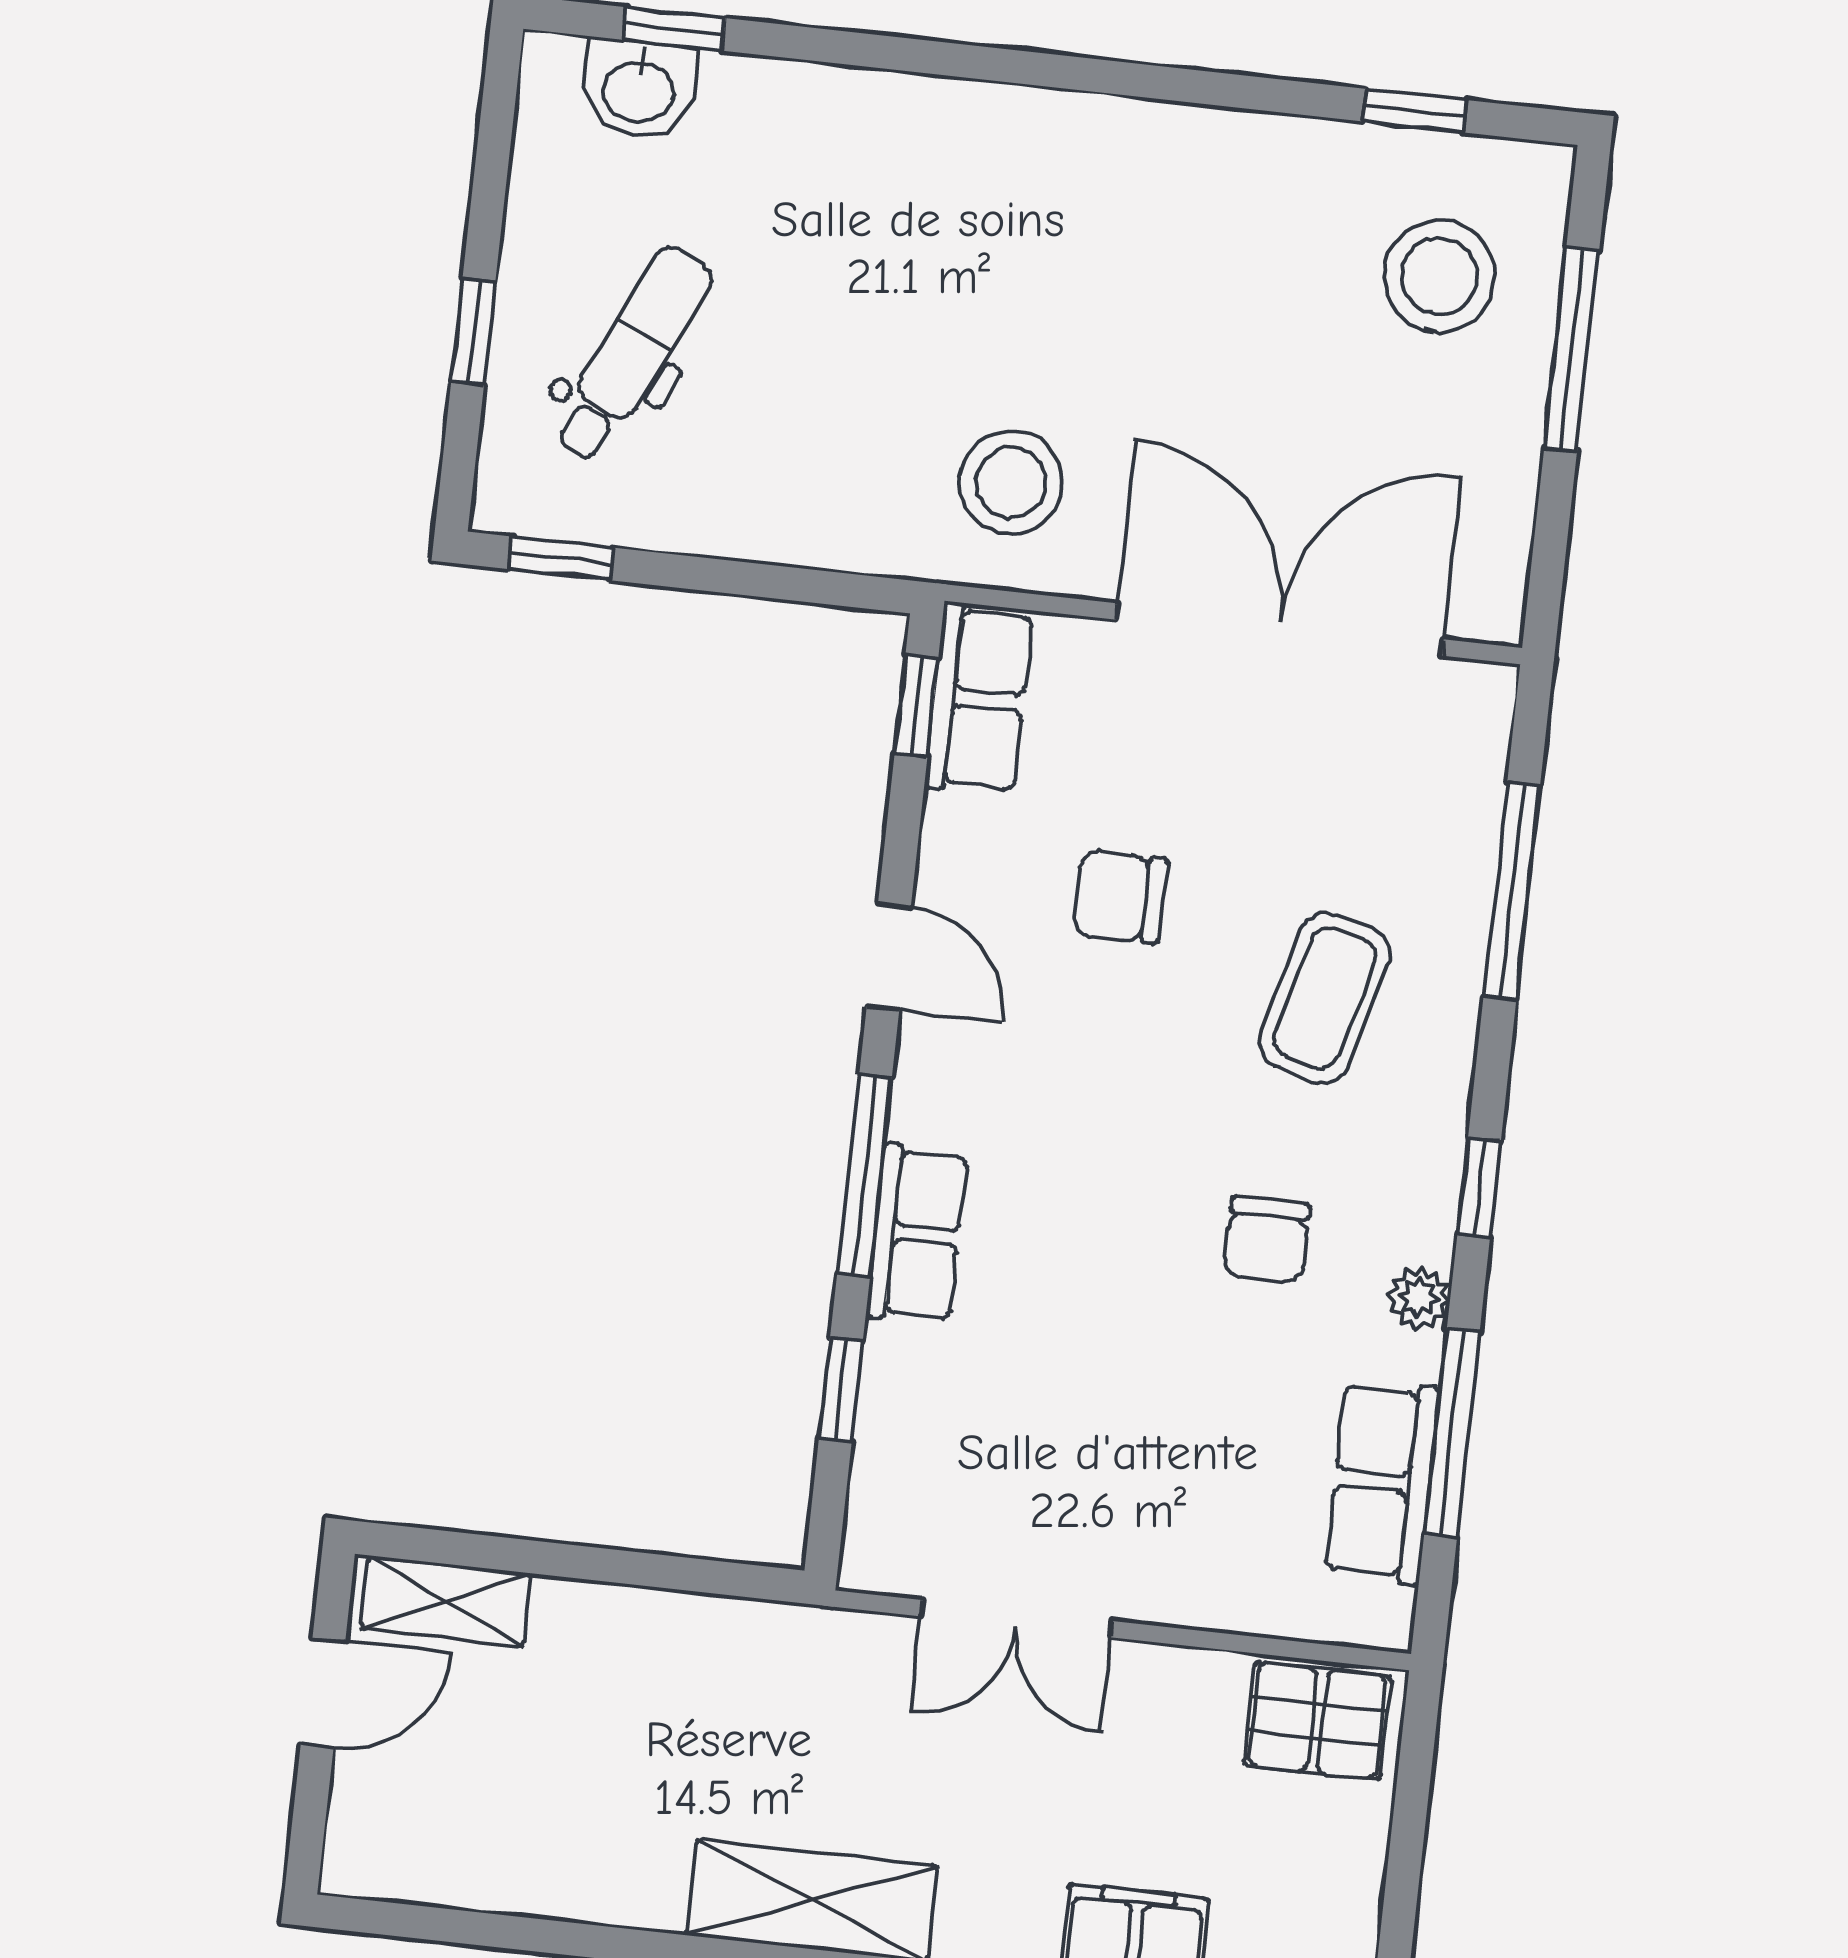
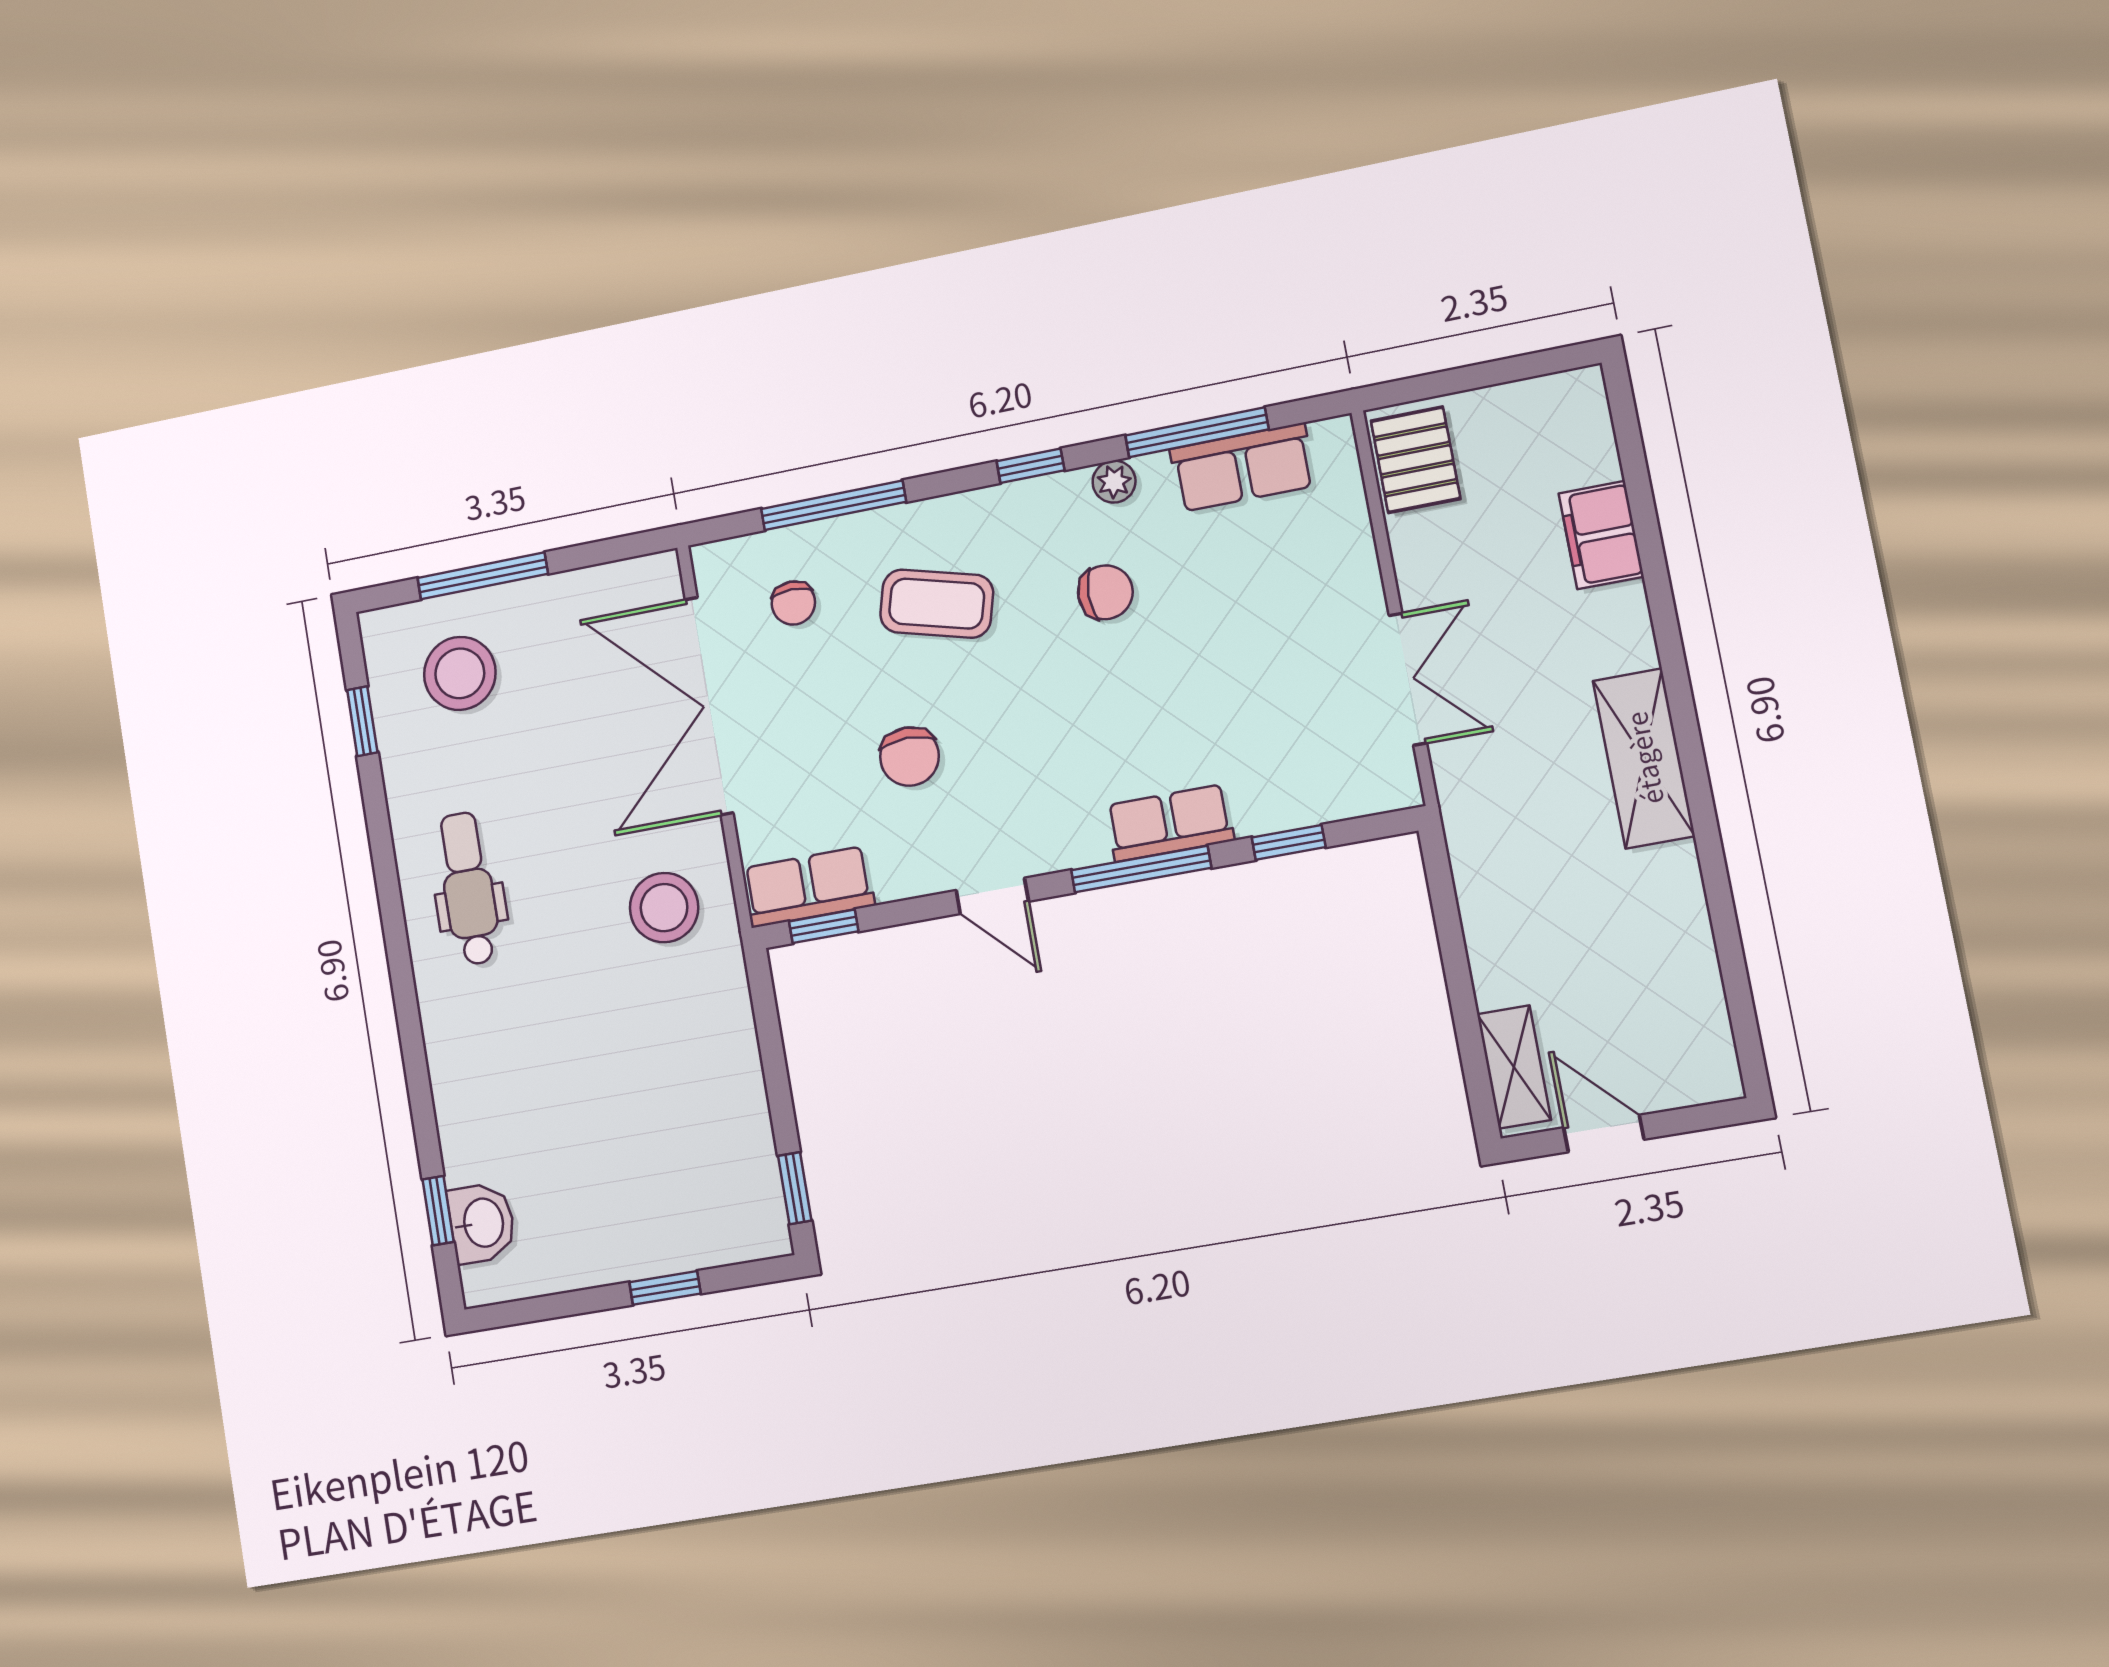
dental chair: (632, 354) -> (468, 888), moved, turned 65
chair: (1390, 794) -> (793, 603), added
door: (889, 957) -> (992, 896), swing flipped

